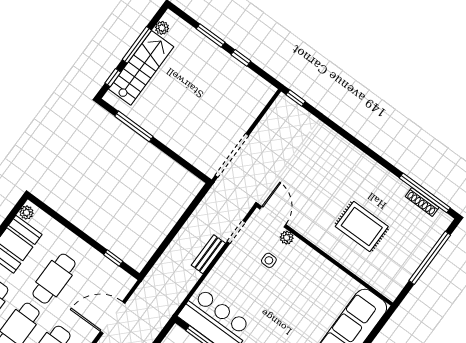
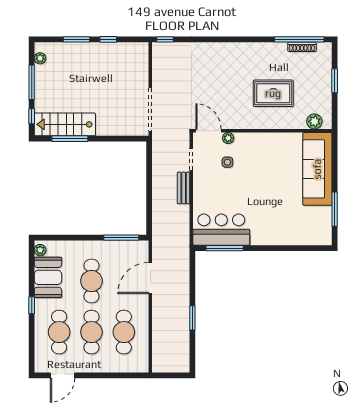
stairs: (141, 68) -> (65, 124), moved, turned -90
window: (113, 258) -> (121, 238), width x2.17
window: (430, 258) -> (335, 81), width x0.47
plant: (381, 283) -> (314, 121), added

